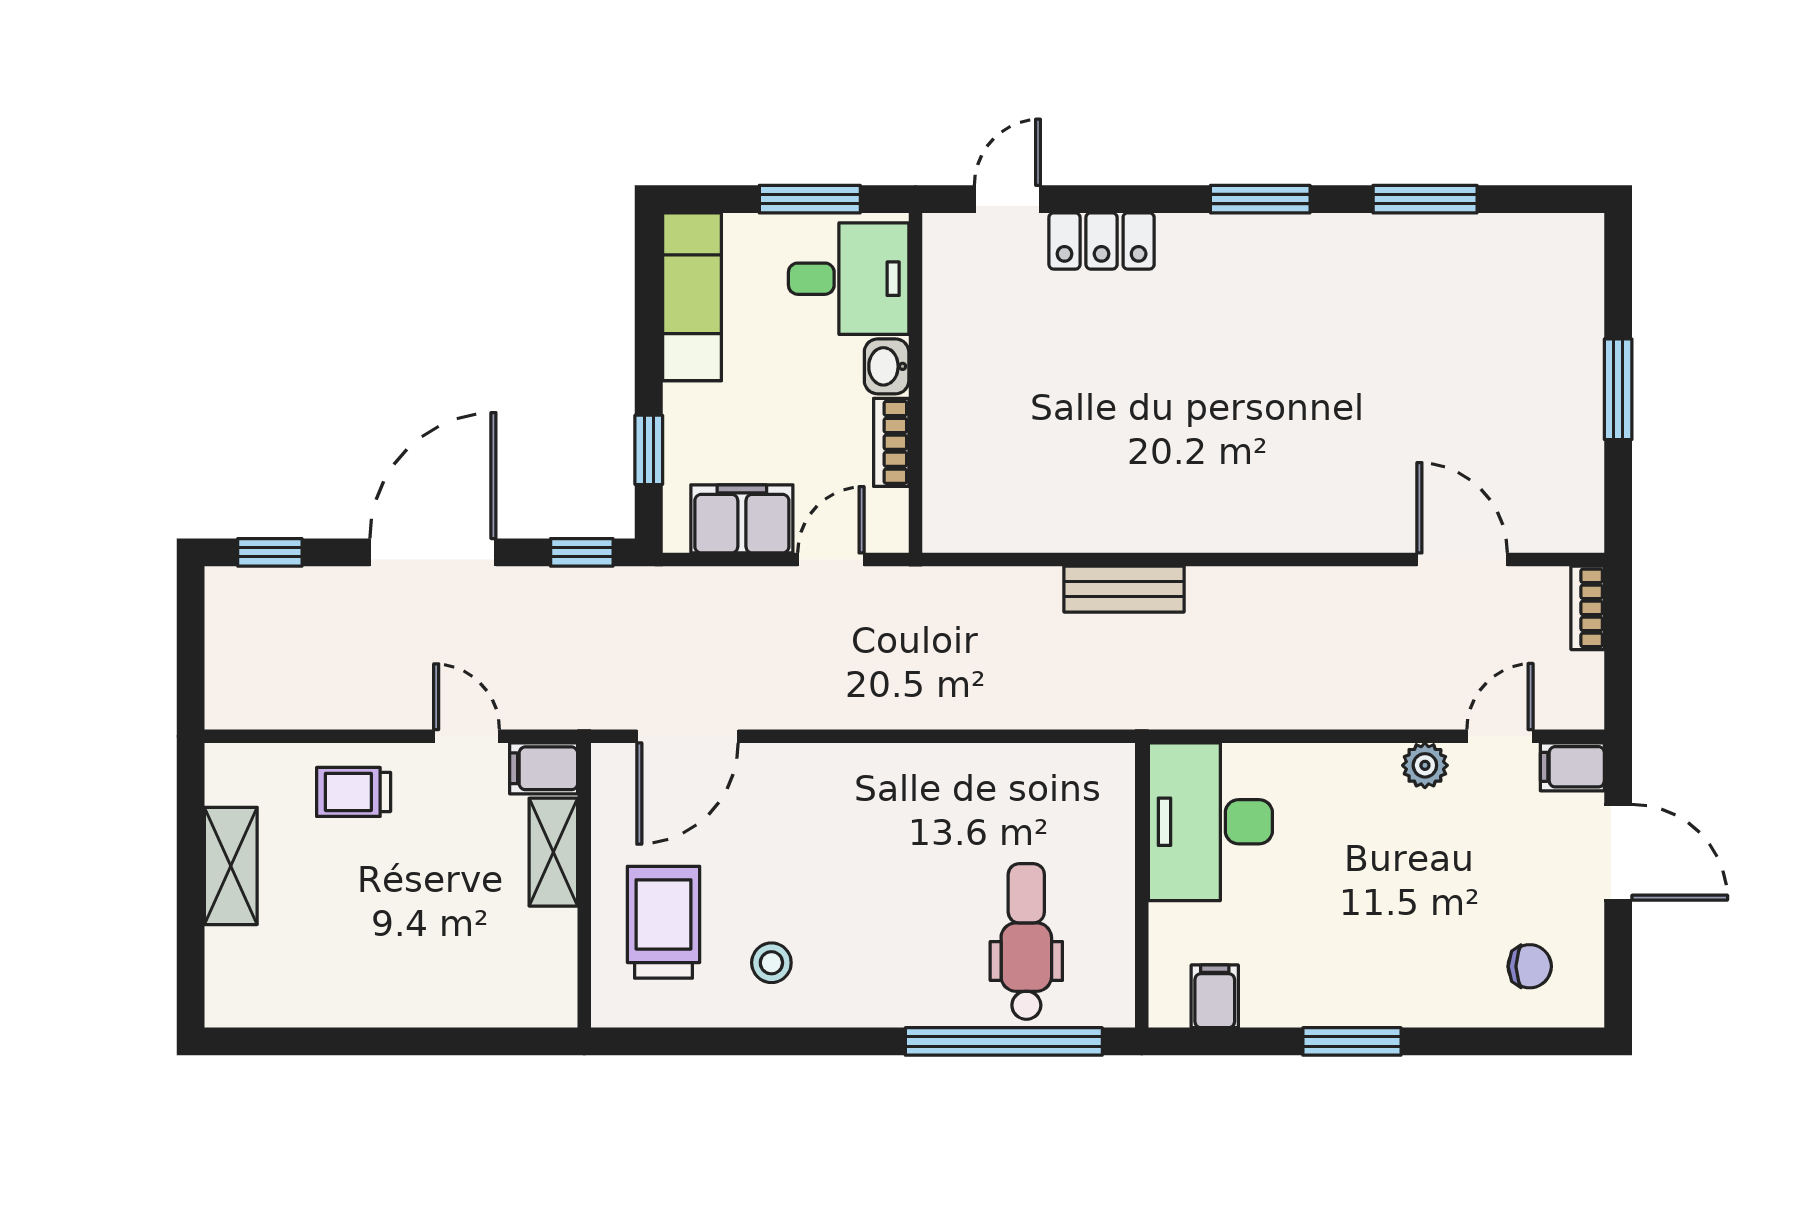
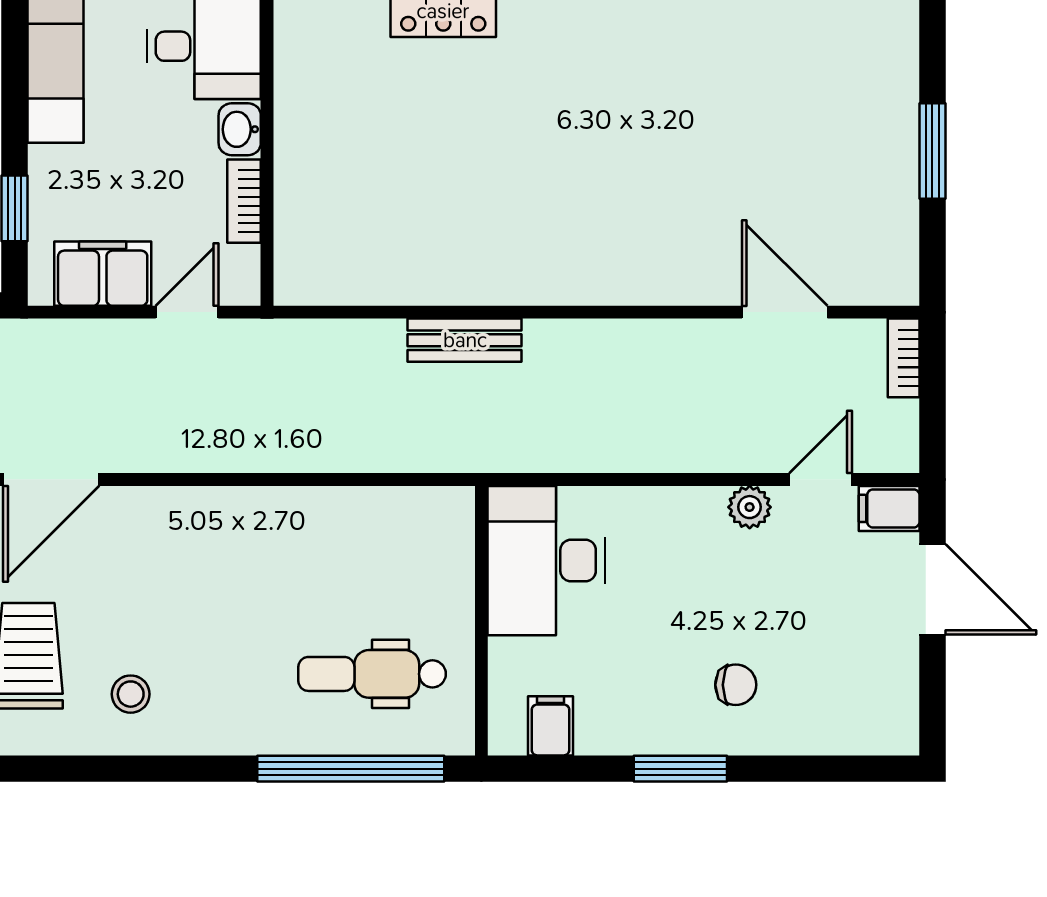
dental chair: (1026, 942) -> (372, 674), turned -90
chair: (1530, 966) -> (736, 685), moved

